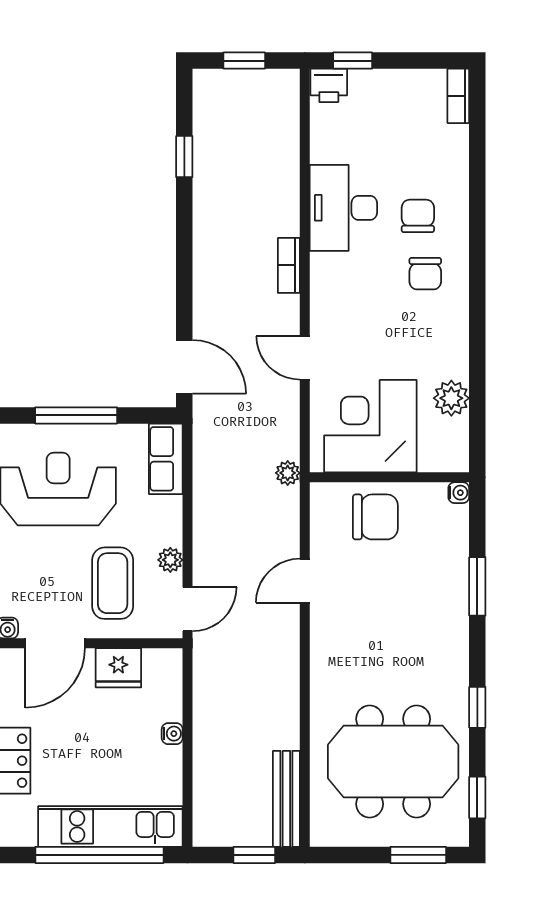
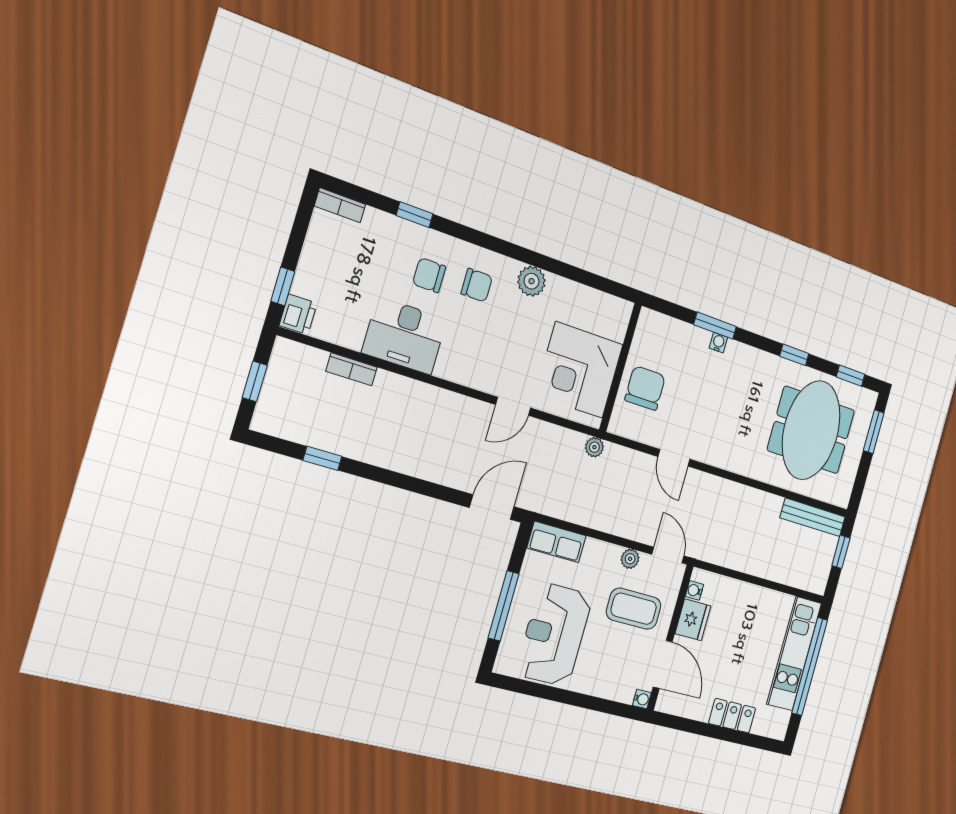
window: (477, 180) -> (415, 215), added
bookcase: (289, 265) -> (351, 369), moved
plant: (451, 398) -> (532, 281), moved
water cooler: (459, 493) -> (718, 343), moved
water cooler: (172, 734) -> (694, 590), moved, turned -90

